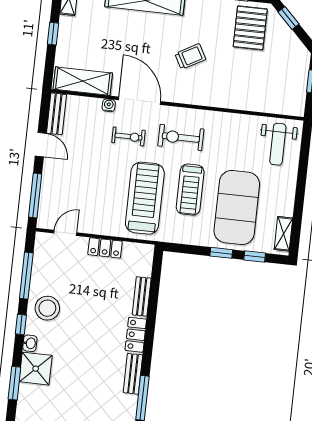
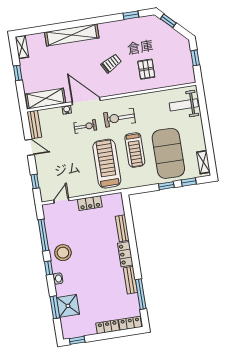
pallet: (250, 28) -> (146, 69), moved, width x0.67, depth x0.71
weight bench: (278, 144) -> (184, 105), turned 90
window: (35, 195) -> (35, 181), width x0.46
shower: (36, 369) -> (68, 306), moved

